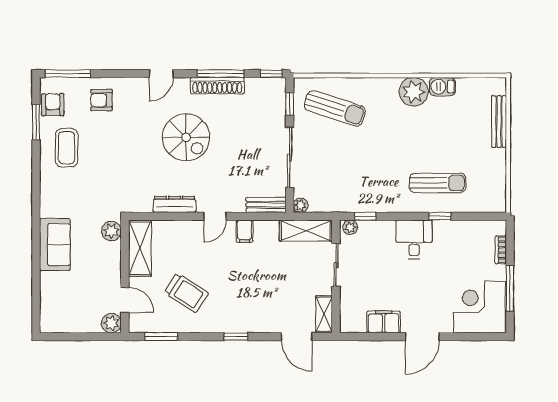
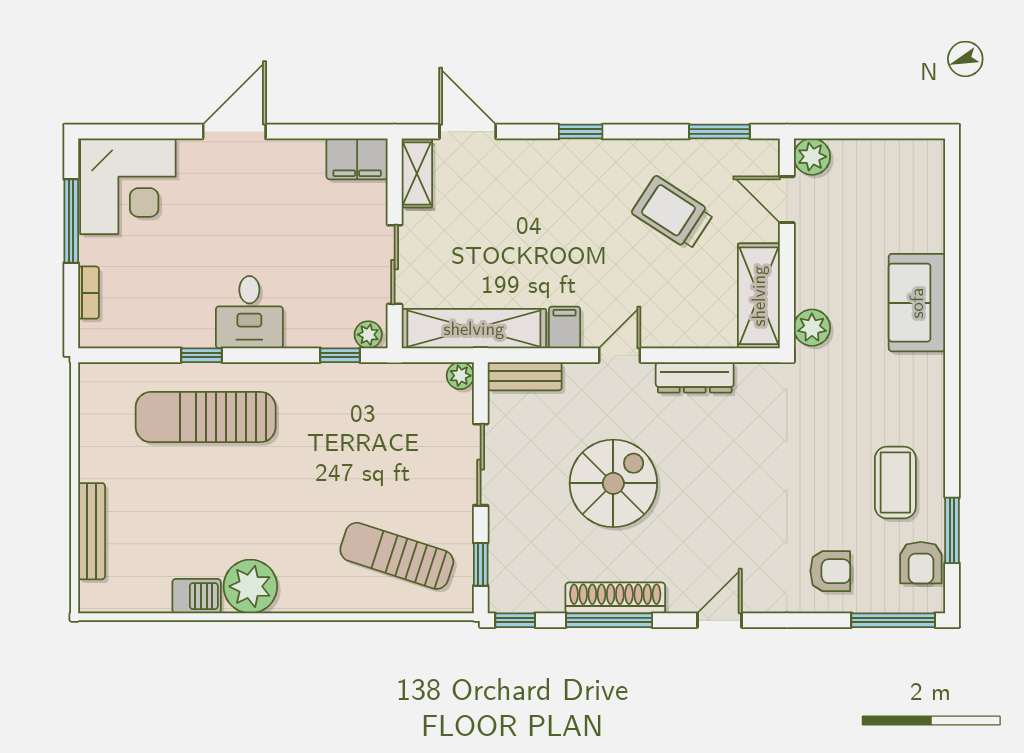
spiral stairs: (186, 137) -> (613, 483), moved, turned 90
sliding door: (290, 157) -> (481, 465), width x0.73
sun lounger: (438, 183) -> (206, 417), width x1.36, depth x1.34
shelving: (306, 231) -> (474, 329), width x1.47
filing cabinet: (384, 322) -> (357, 159), moved

